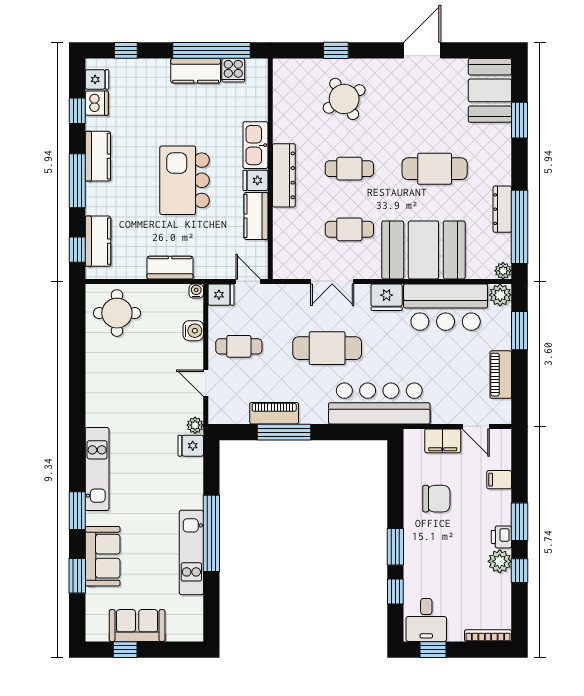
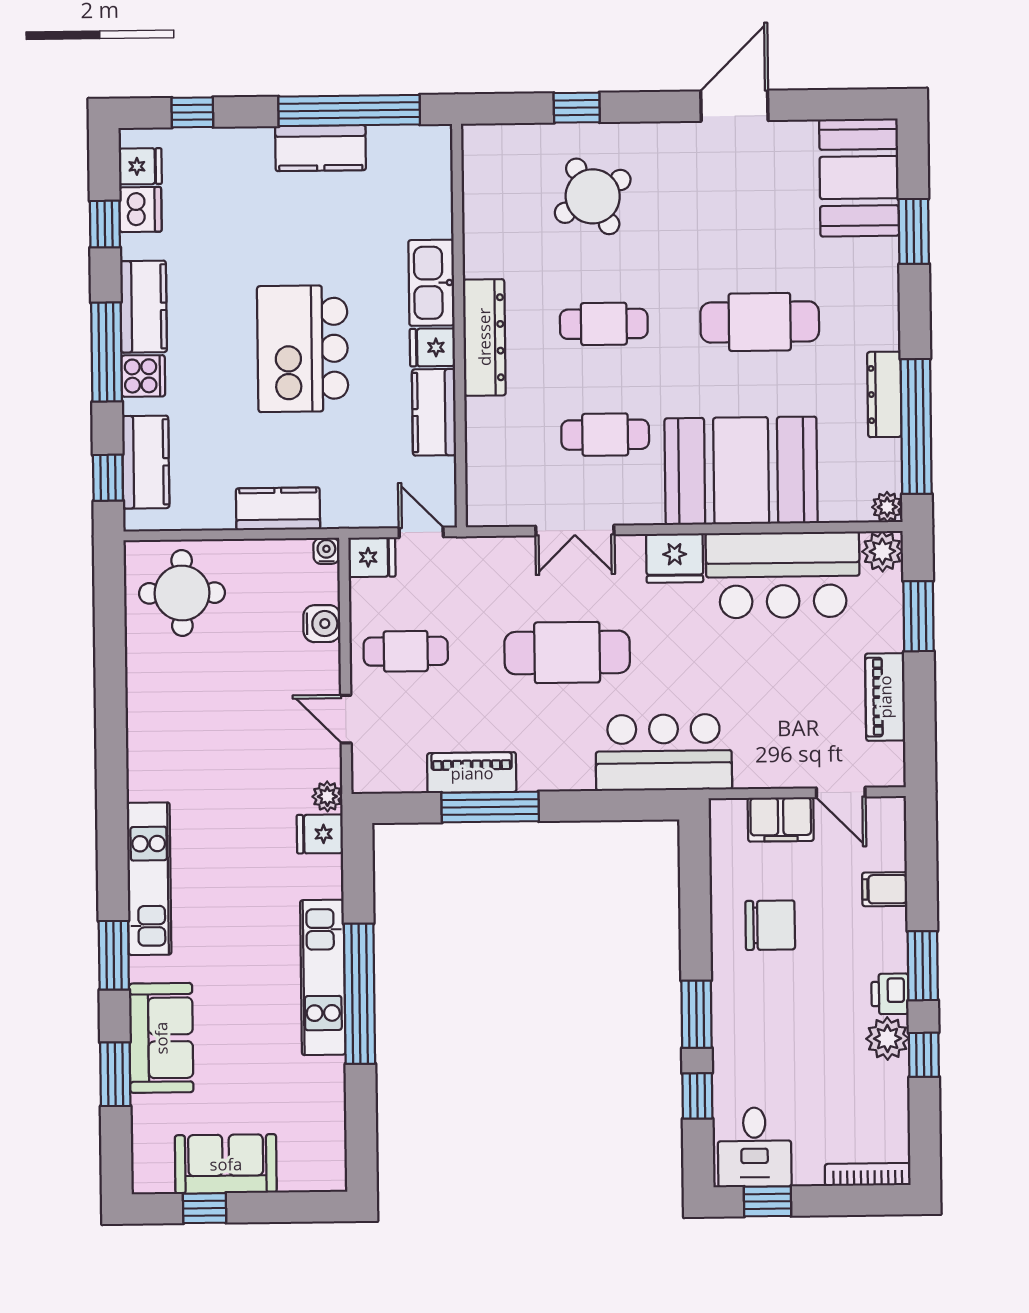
cooker: (233, 70) -> (143, 376), moved, turned -90
bar counter: (379, 403) -> (664, 752), width x0.73
kitchen unit: (191, 552) -> (323, 977), moved

